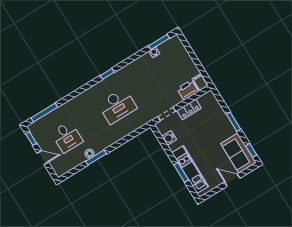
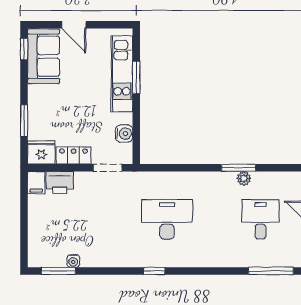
fridge: (208, 100) -> (41, 152), added
window: (234, 122) -> (24, 120), moved

